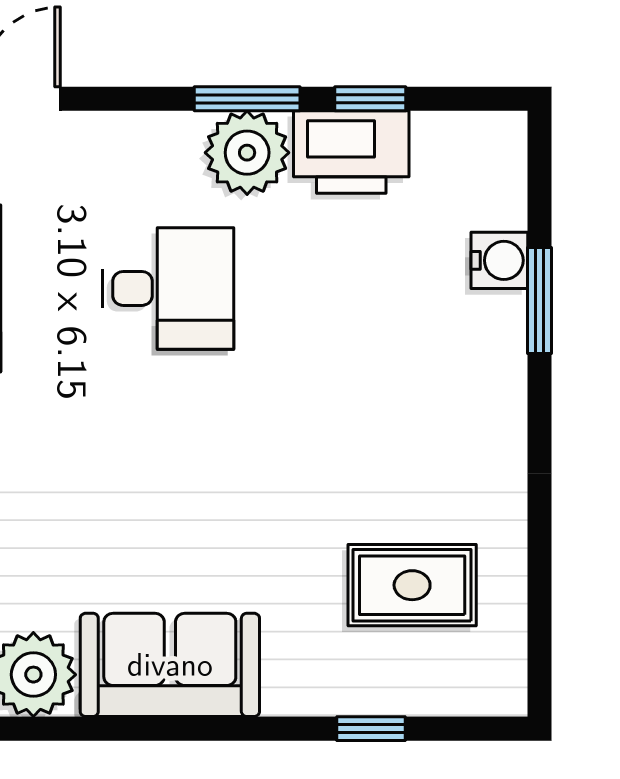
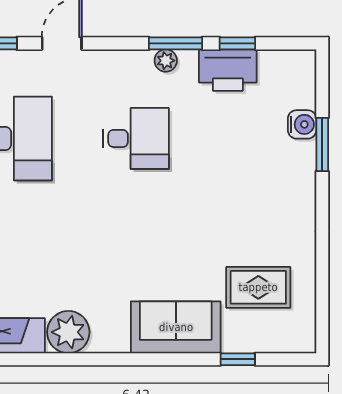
plant: (247, 153) -> (166, 61), width x0.53, depth x0.53
sofa: (170, 665) -> (176, 327), moved

